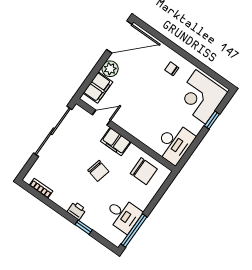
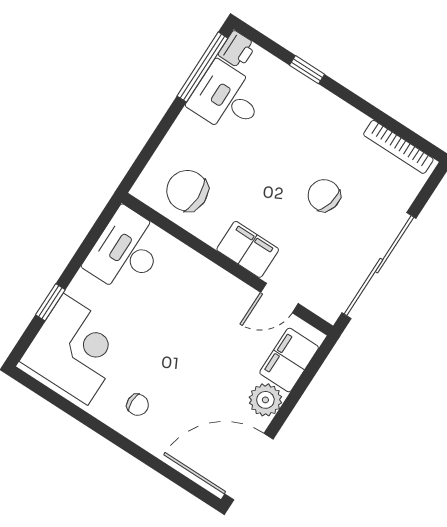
chair: (98, 171) -> (324, 195), moved
bookcase: (41, 188) -> (398, 147), width x1.56
printer: (77, 211) -> (237, 50), moved, turned -90

